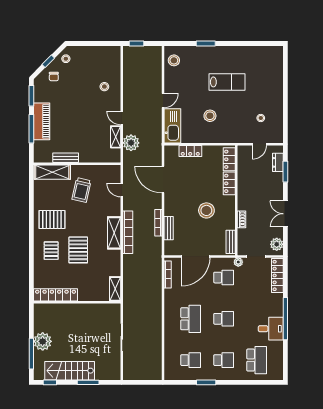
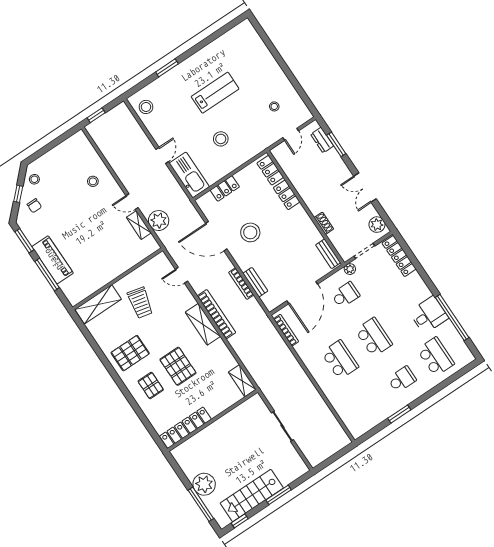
bench: (66, 158) -> (102, 280), removed
stool: (206, 210) -> (250, 232), moved
school desk: (224, 319) -> (374, 337), width x1.85
window: (285, 319) -> (452, 318), moved
school desk: (191, 360) -> (368, 402), removed

